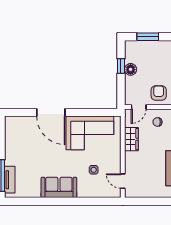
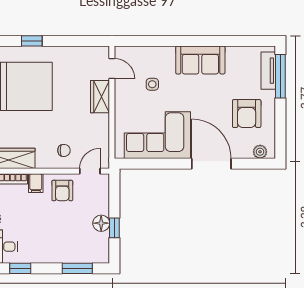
plant: (16, 121) -> (260, 152), added
wardrobe: (131, 139) -> (100, 97), moved
armchair: (25, 149) -> (247, 114), added

